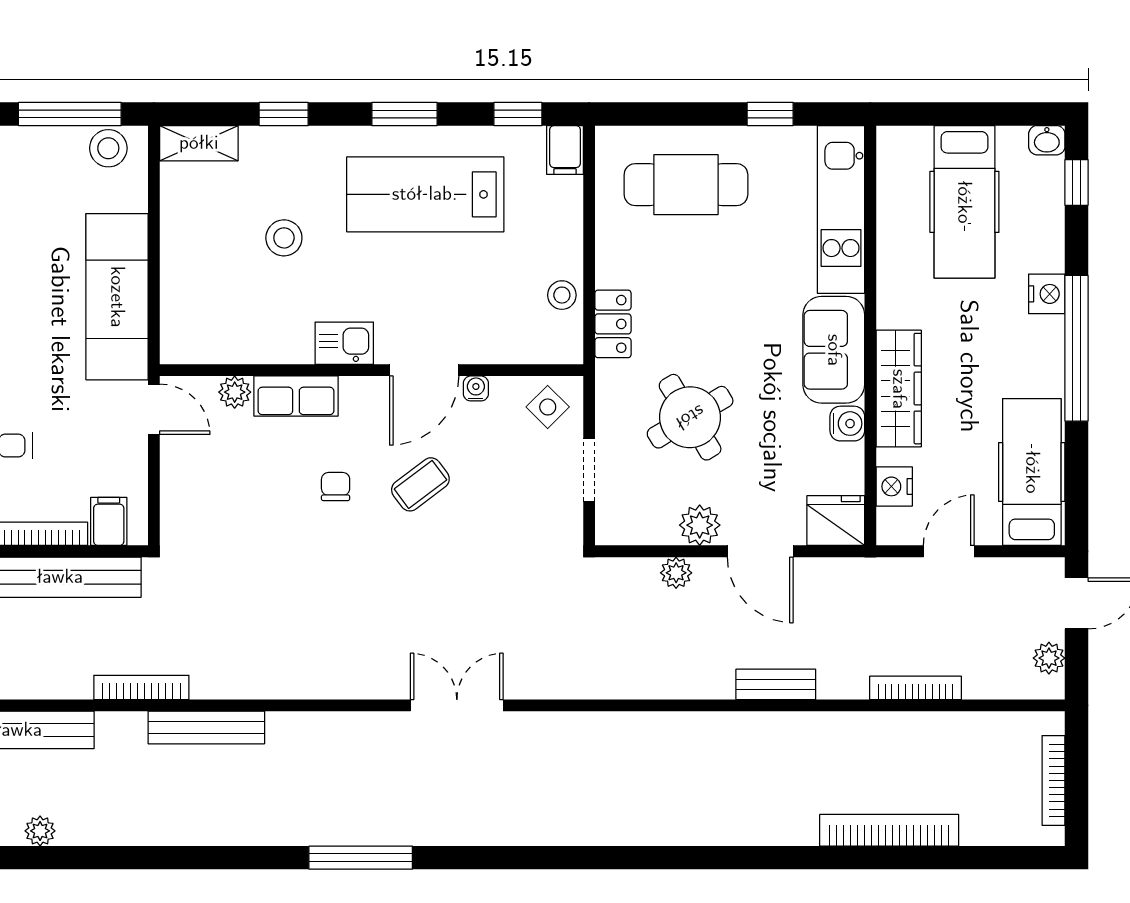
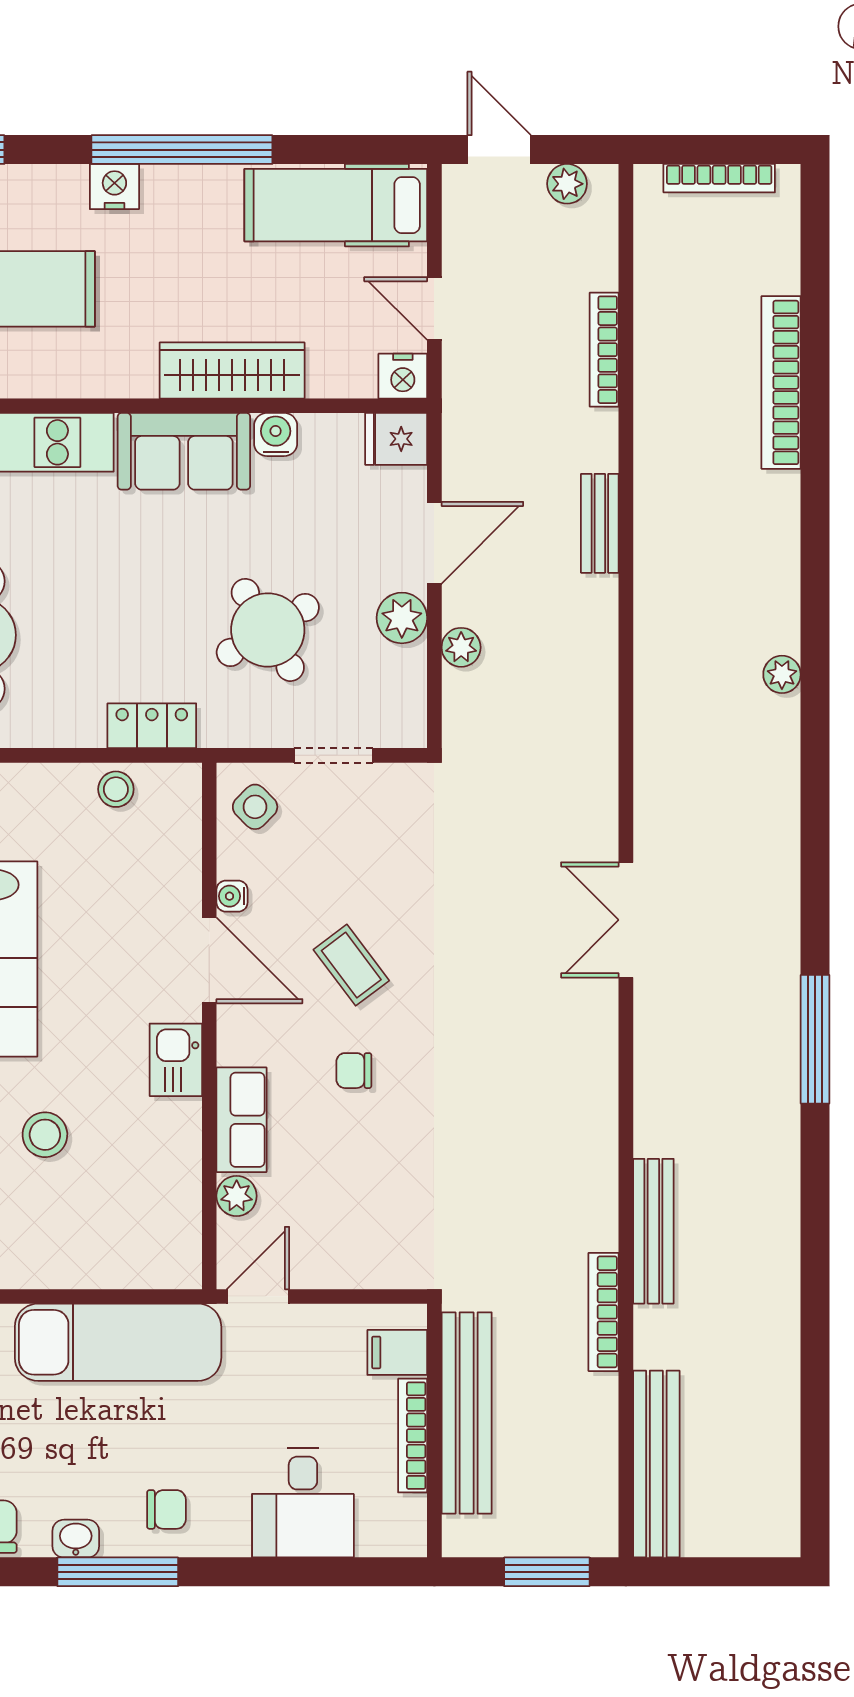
nightstand: (894, 486) -> (403, 376), moved
fridge: (836, 521) -> (396, 439), width x0.72
plant: (40, 831) -> (782, 674), moved

